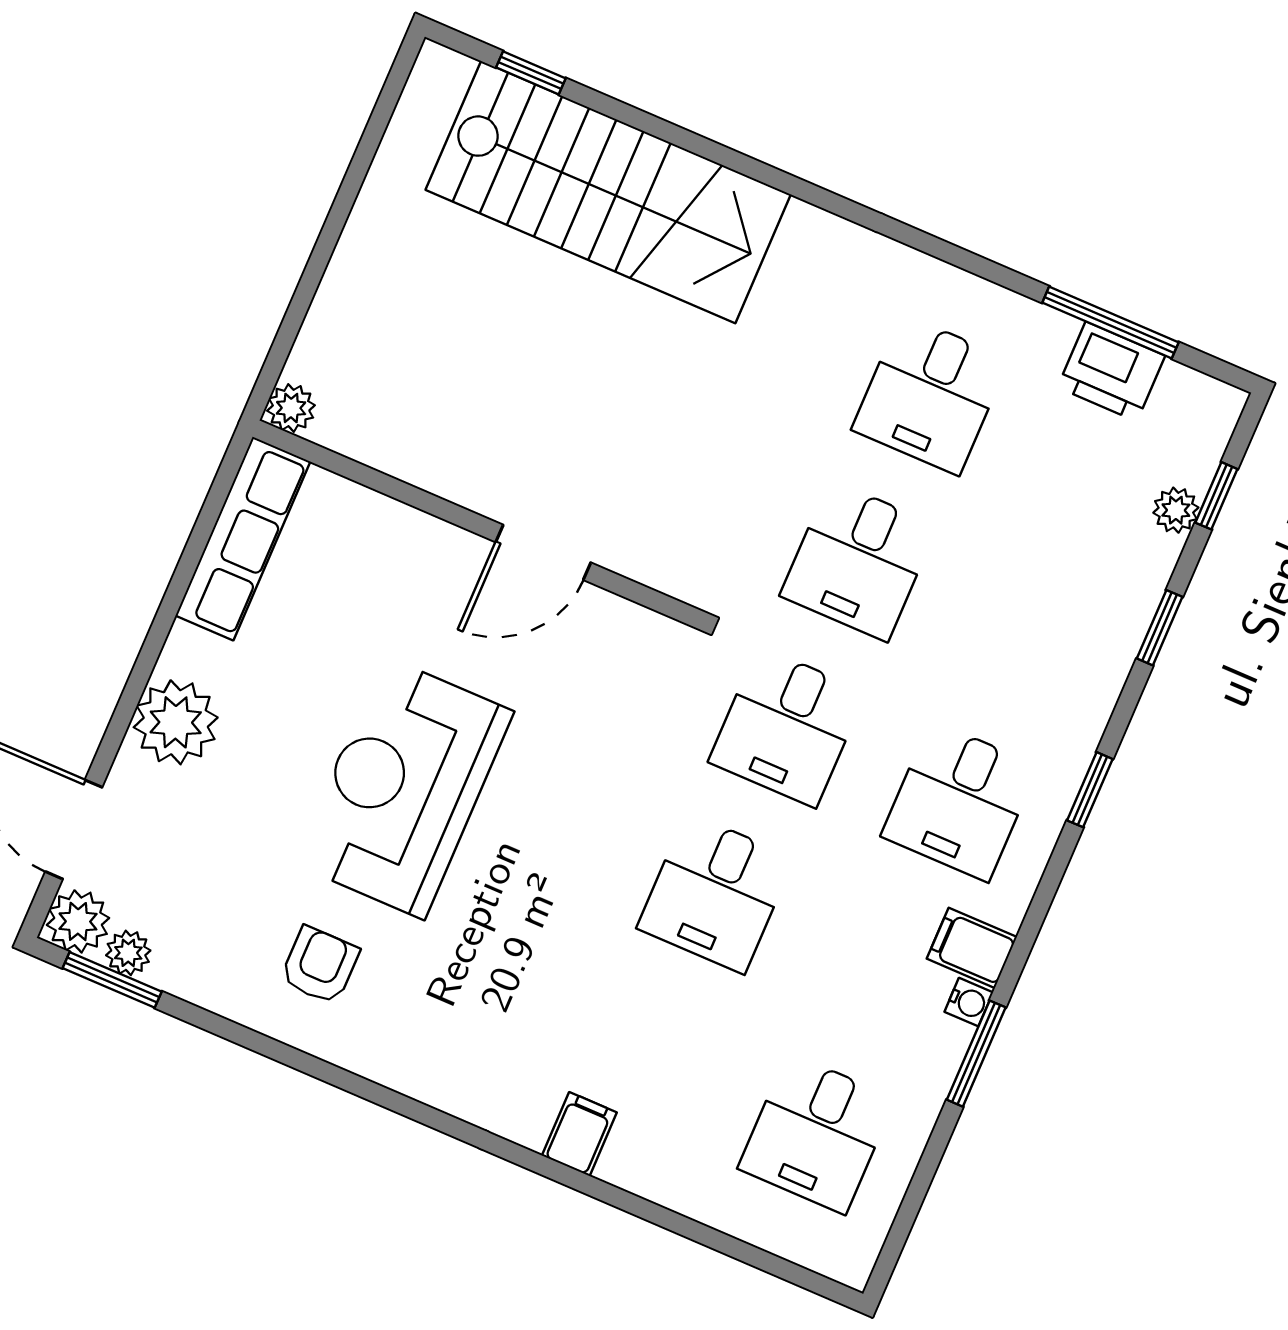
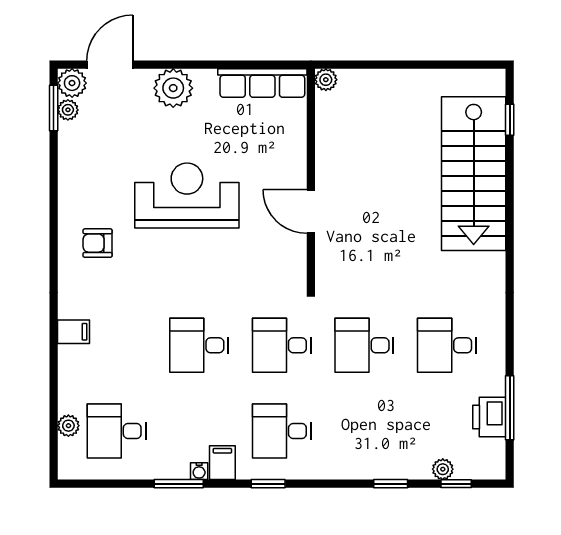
window: (1090, 790) -> (268, 484), moved
armchair: (320, 965) -> (98, 243), moved, turned 180
plant: (764, 1225) -> (68, 426), added

